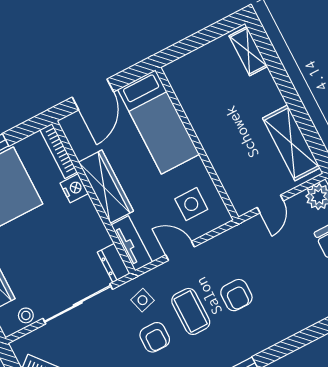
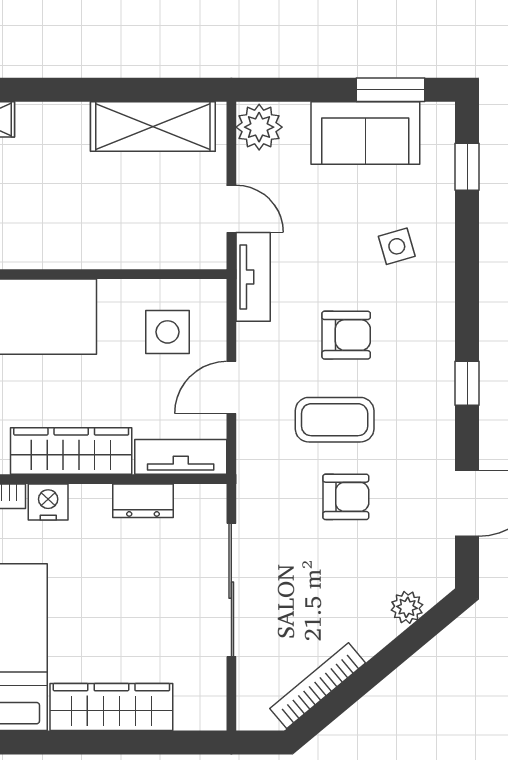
tv unit: (241, 233) -> (253, 277), added
dresser: (114, 263) -> (143, 501), moved
side table: (143, 300) -> (397, 246), moved
stool: (26, 315) -> (207, 680), removed

